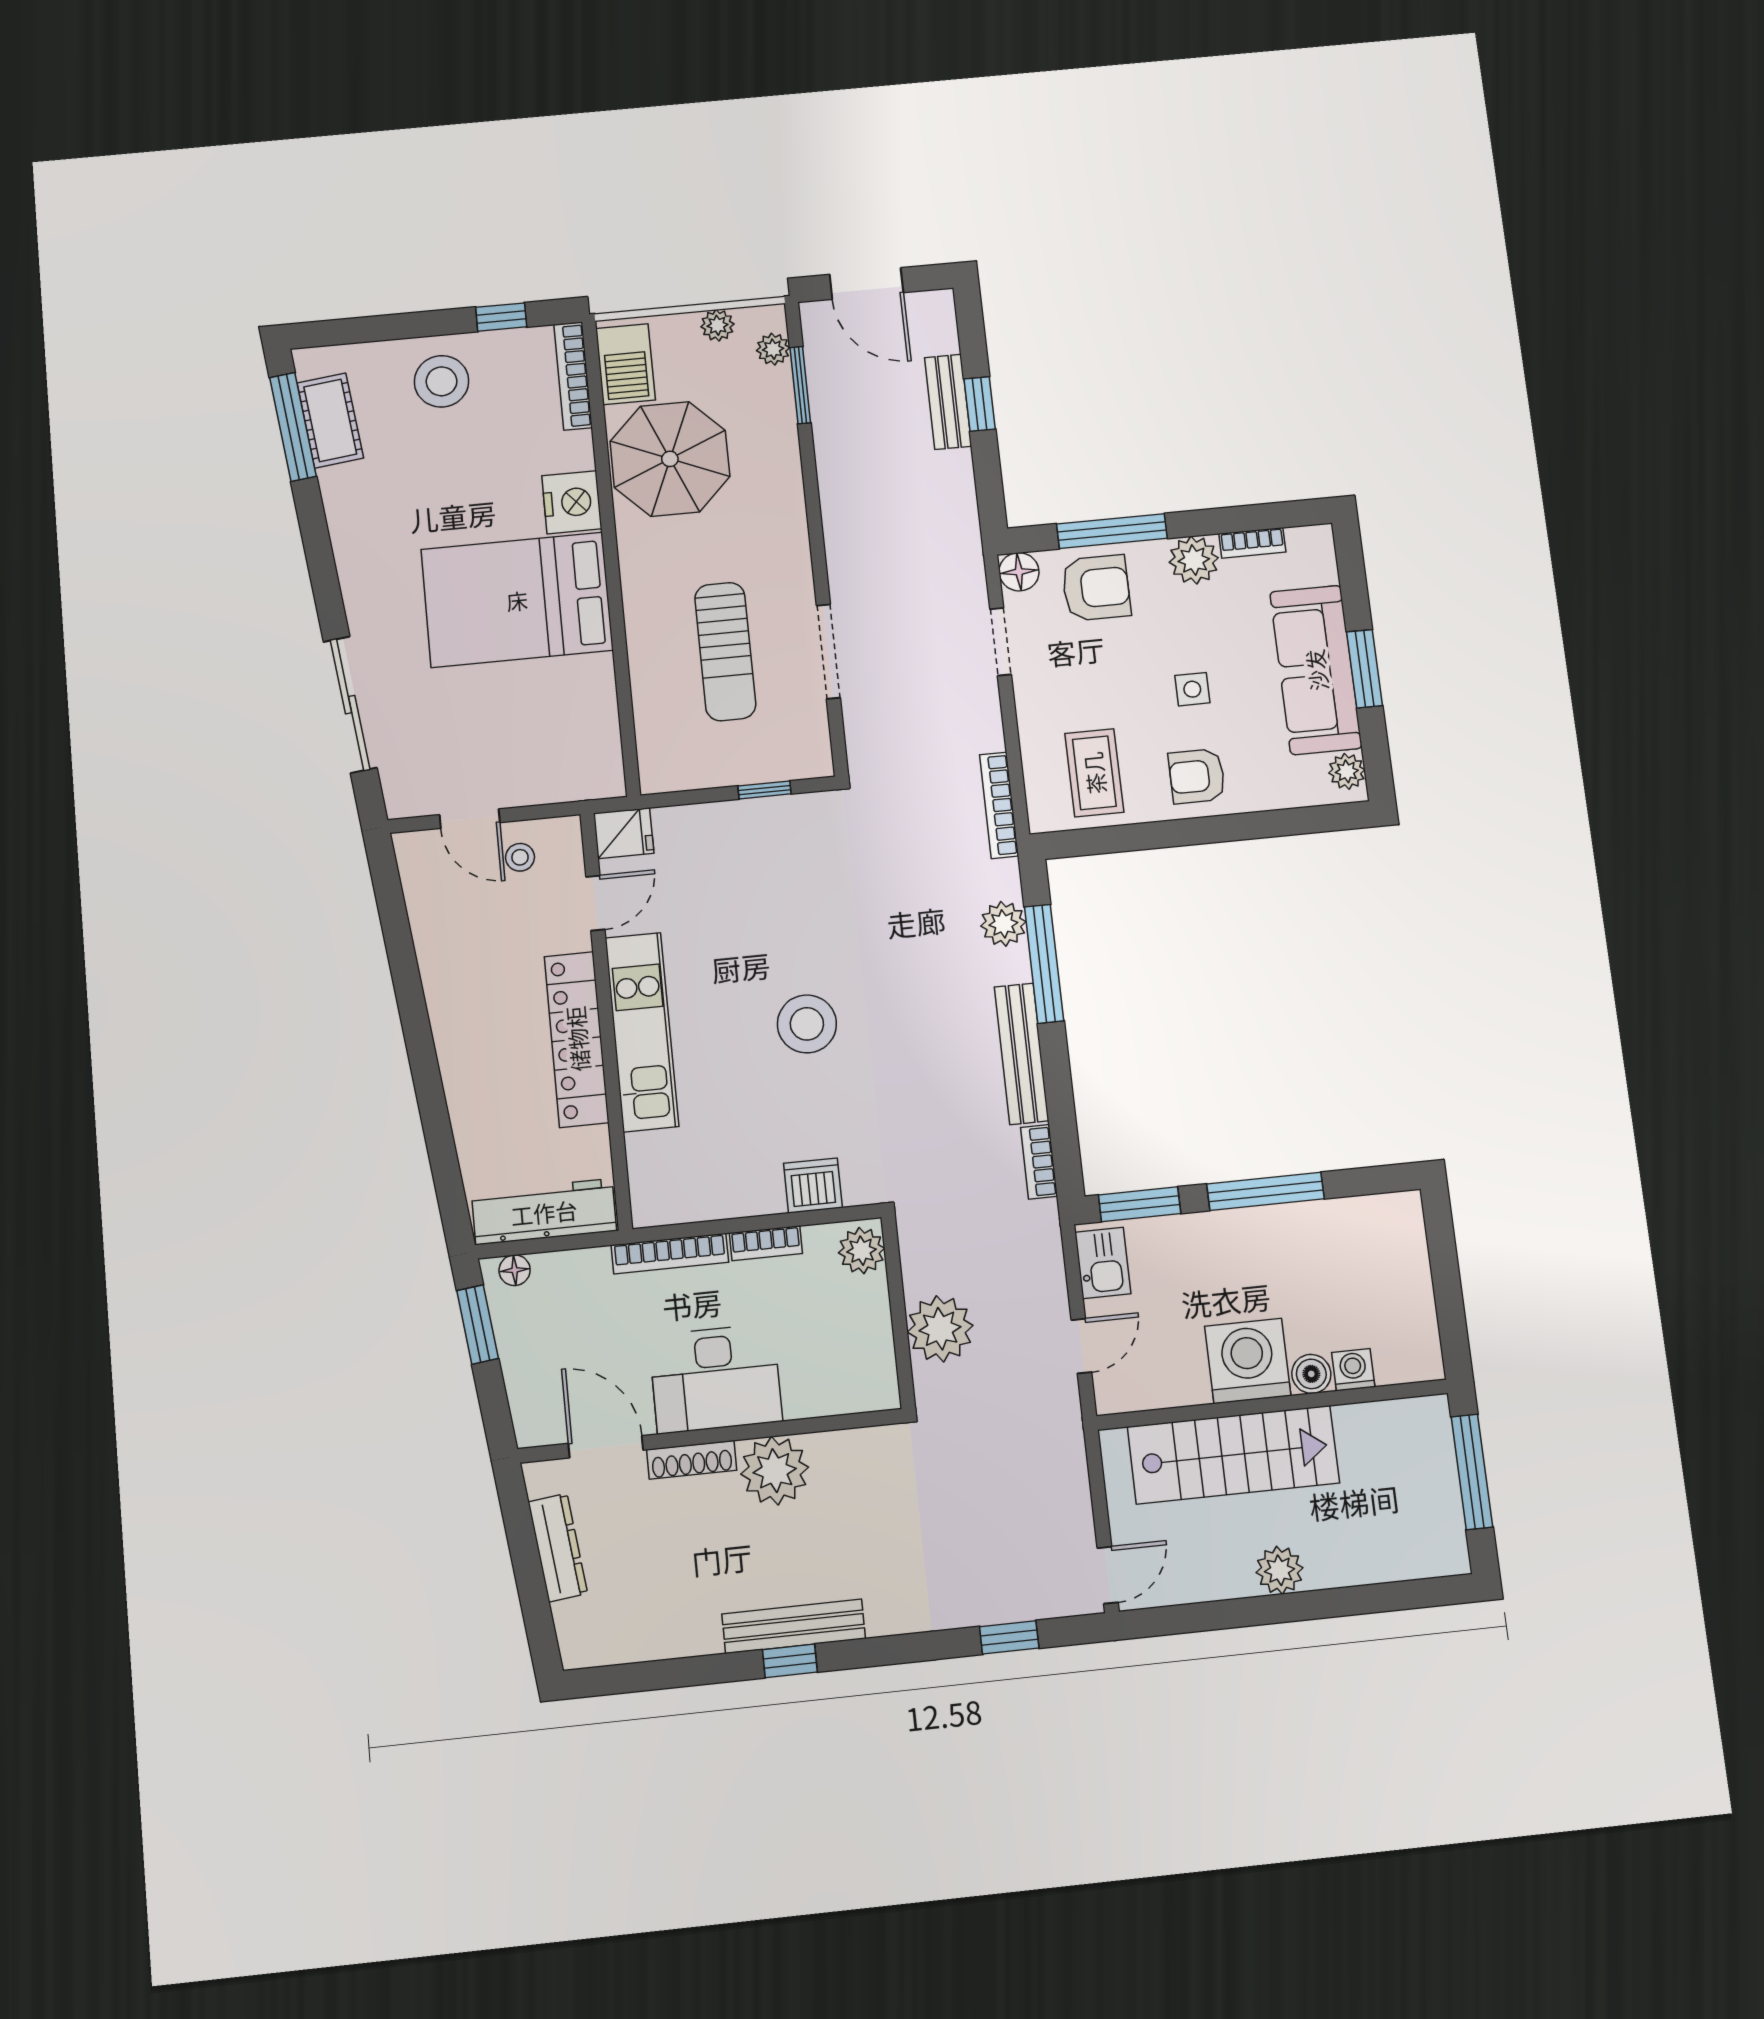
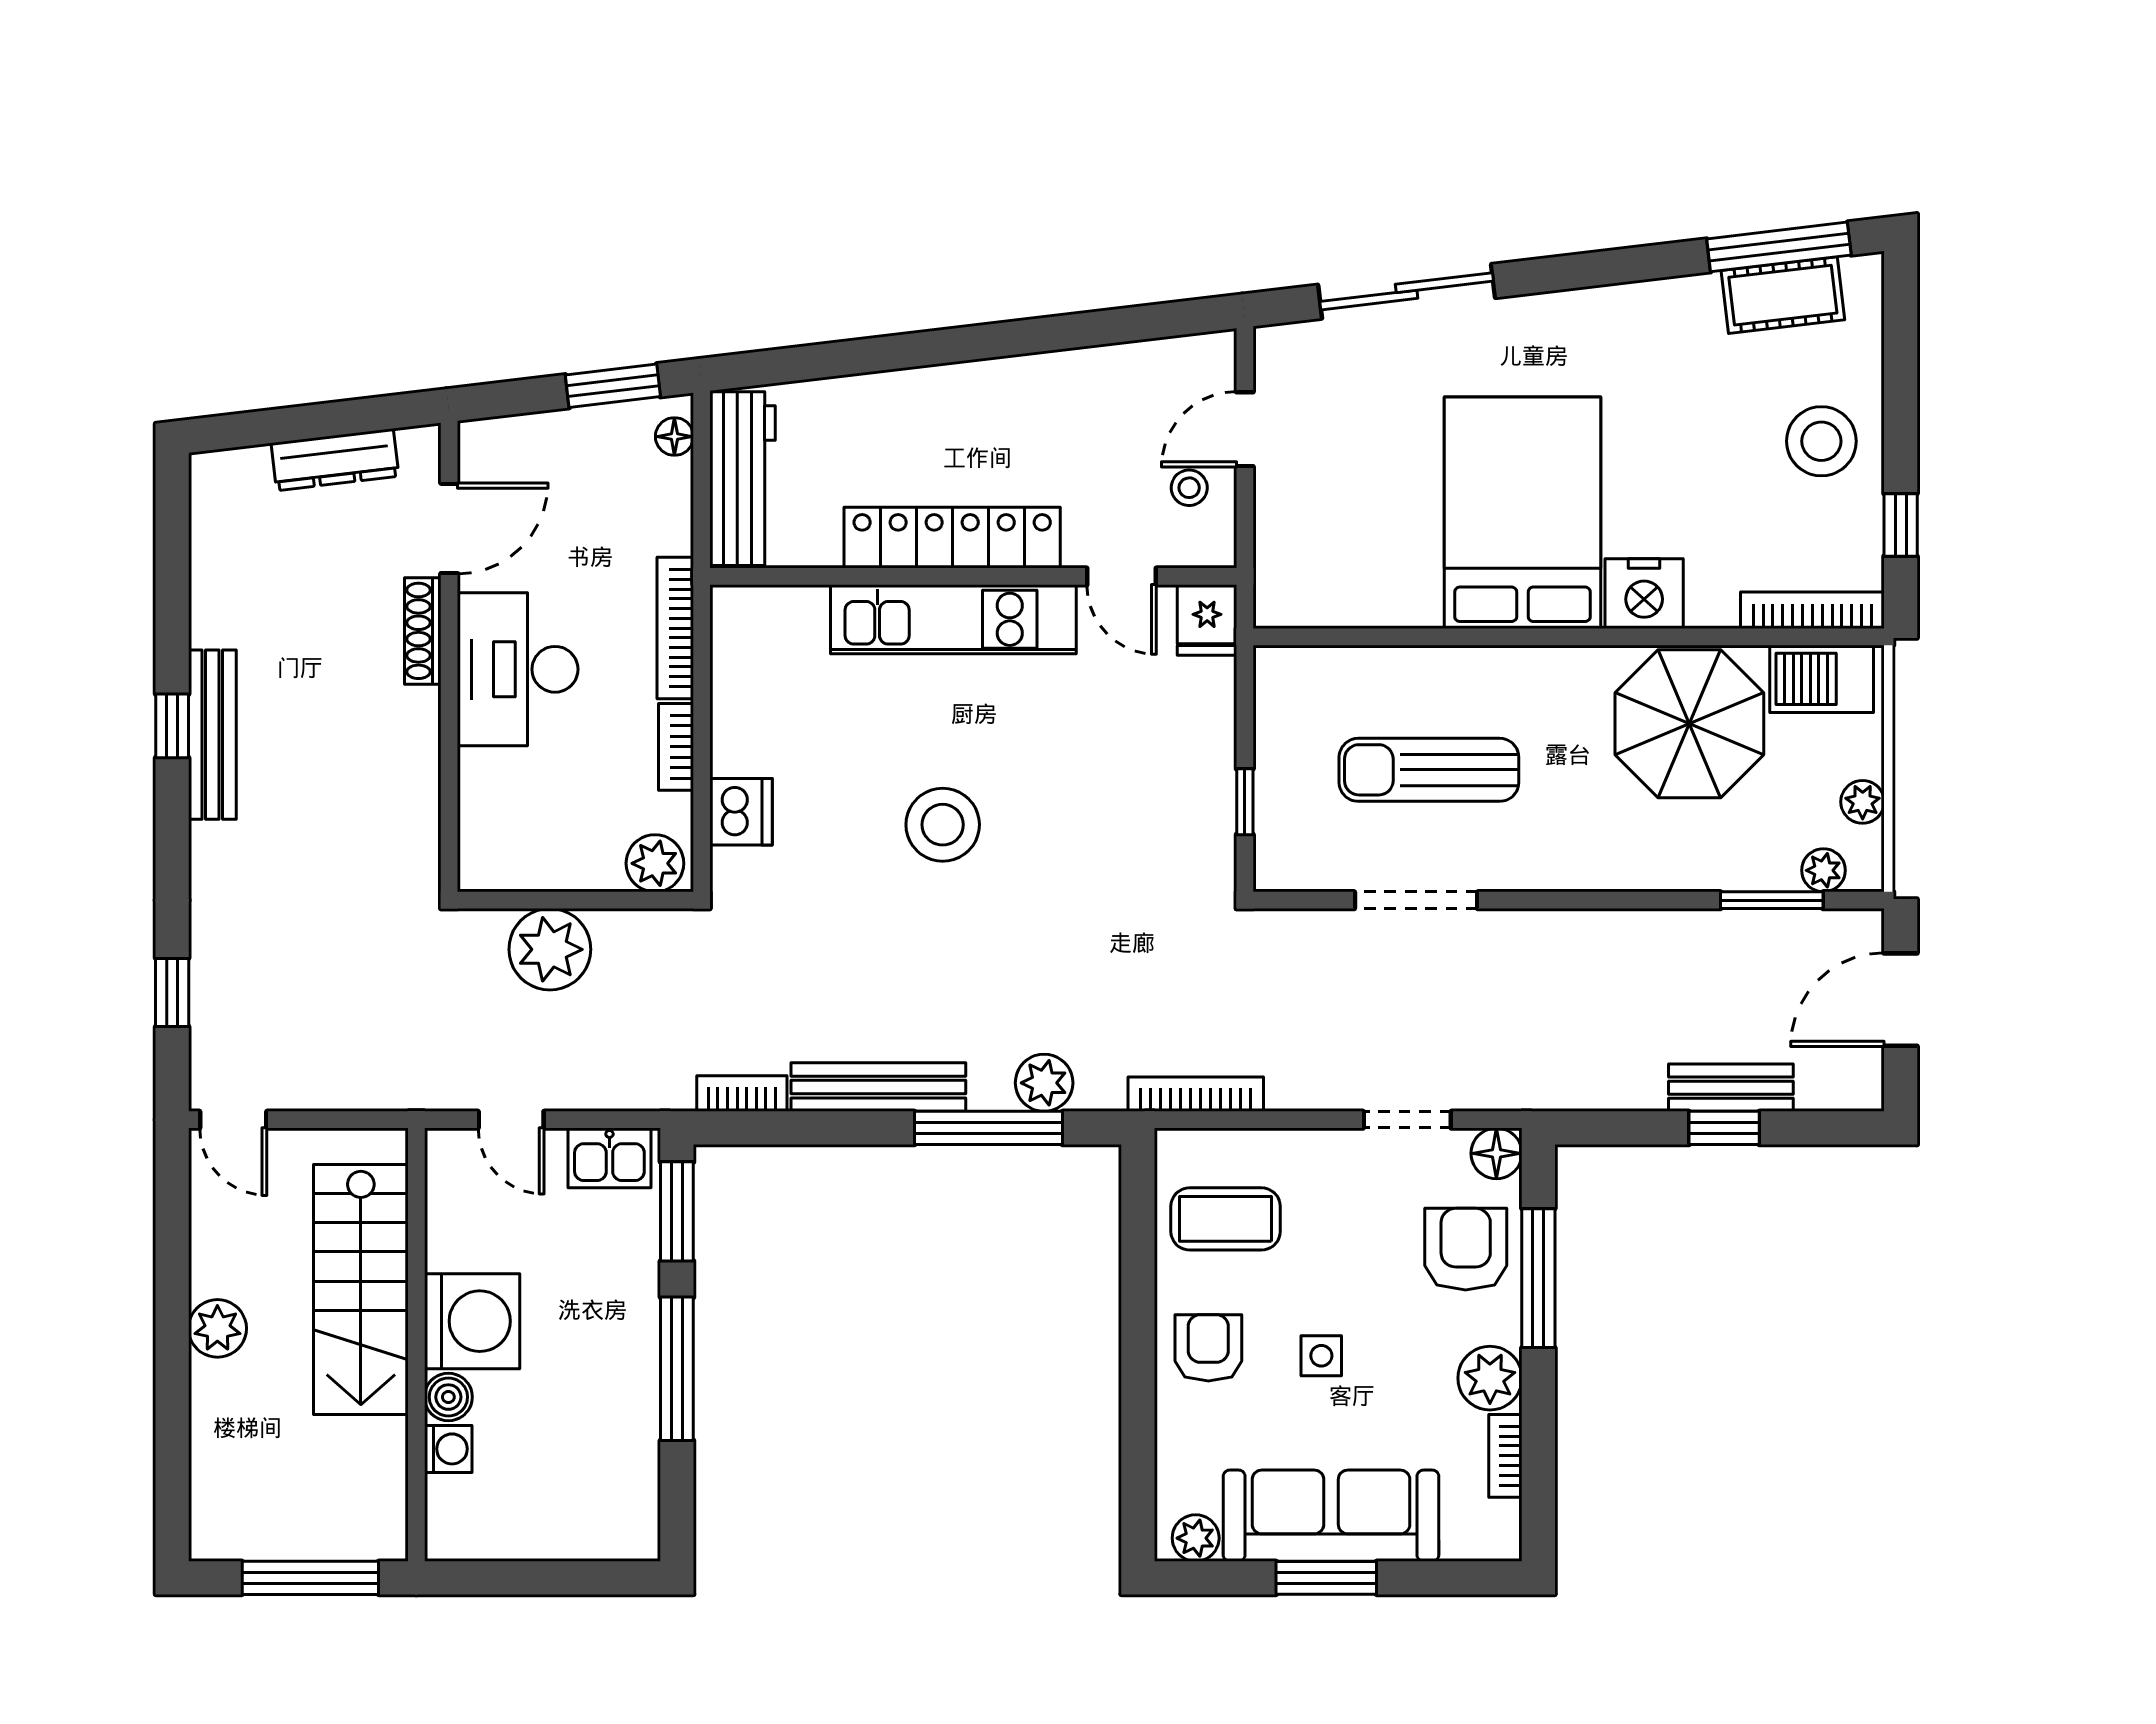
armchair: (1096, 588) -> (1466, 1249), turned 180
plant: (775, 1471) -> (399, 730), removed

